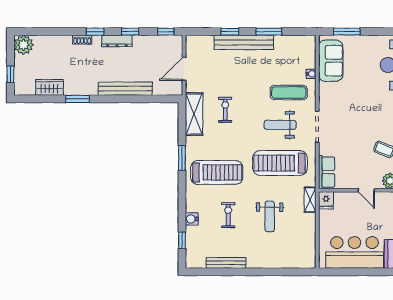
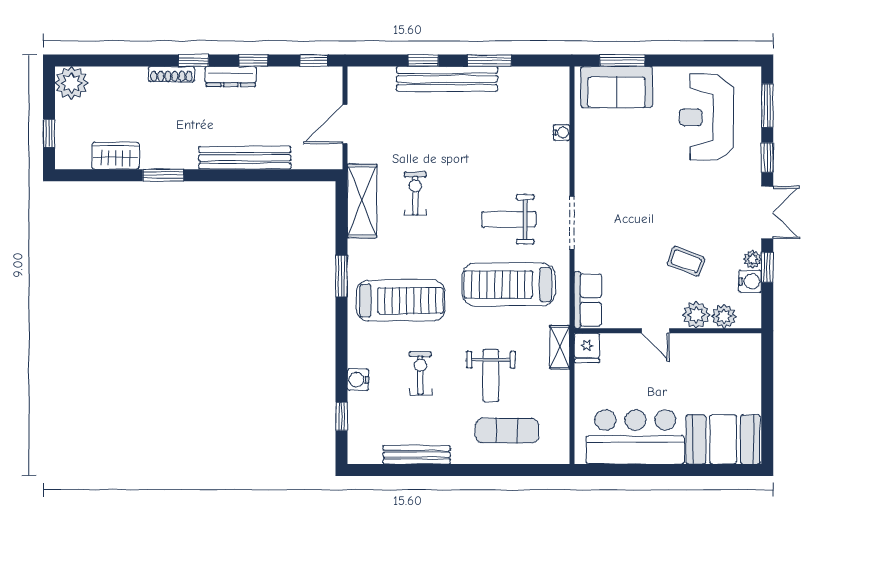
shoe rack: (82, 40) -> (171, 74), width x1.43
sofa: (331, 61) -> (617, 87), moved, turned 90
exercise mat: (289, 92) -> (507, 431), moved

